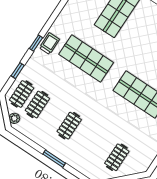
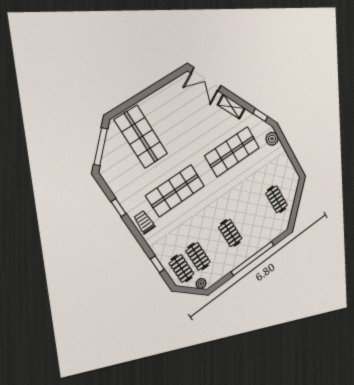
window: (36, 43) -> (119, 208), moved
window: (54, 159) -> (253, 258), width x2.11

